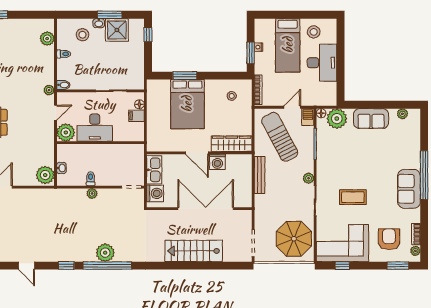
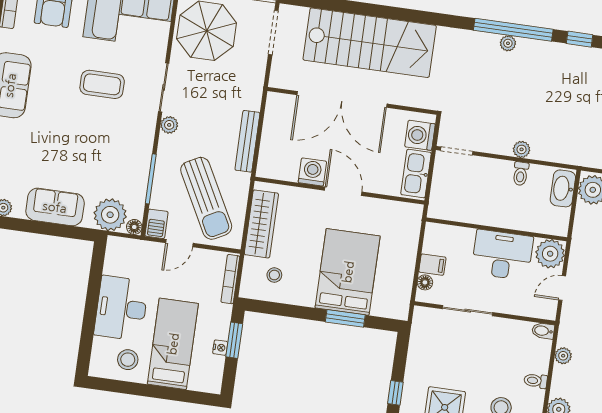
plant: (49, 90) -> (563, 356), moved
wardrobe: (232, 144) -> (261, 224), moved, turned -90
washbasin: (61, 168) -> (563, 188), width x1.91, depth x1.45
stairs: (194, 251) -> (370, 43), width x1.36, depth x1.51
plant: (105, 253) -> (508, 43), width x0.53, depth x0.53

